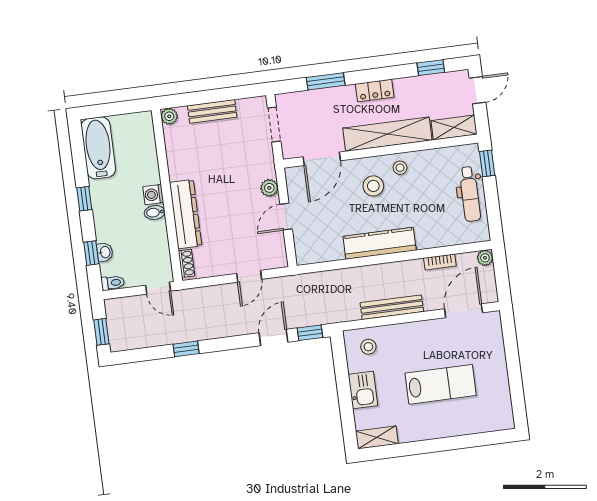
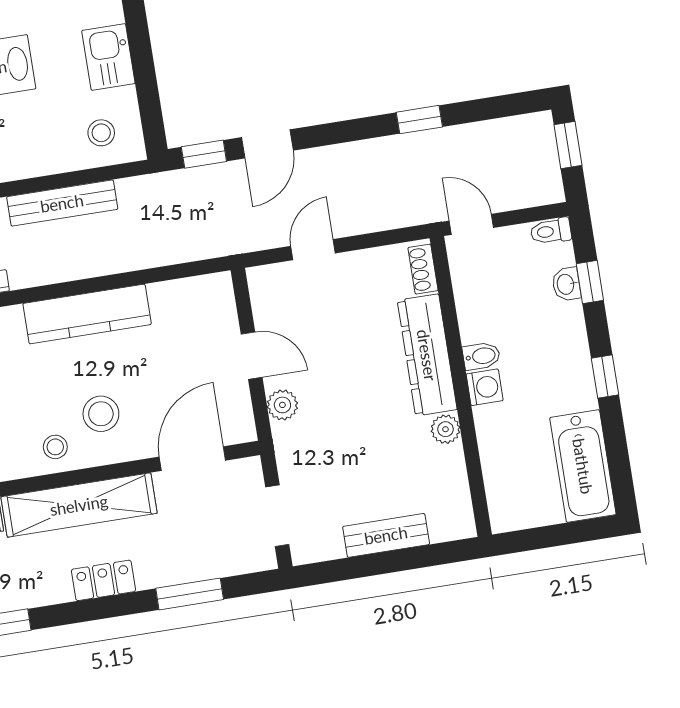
plant: (169, 116) -> (445, 429), moved
door: (286, 217) -> (252, 356), hinge flipped

